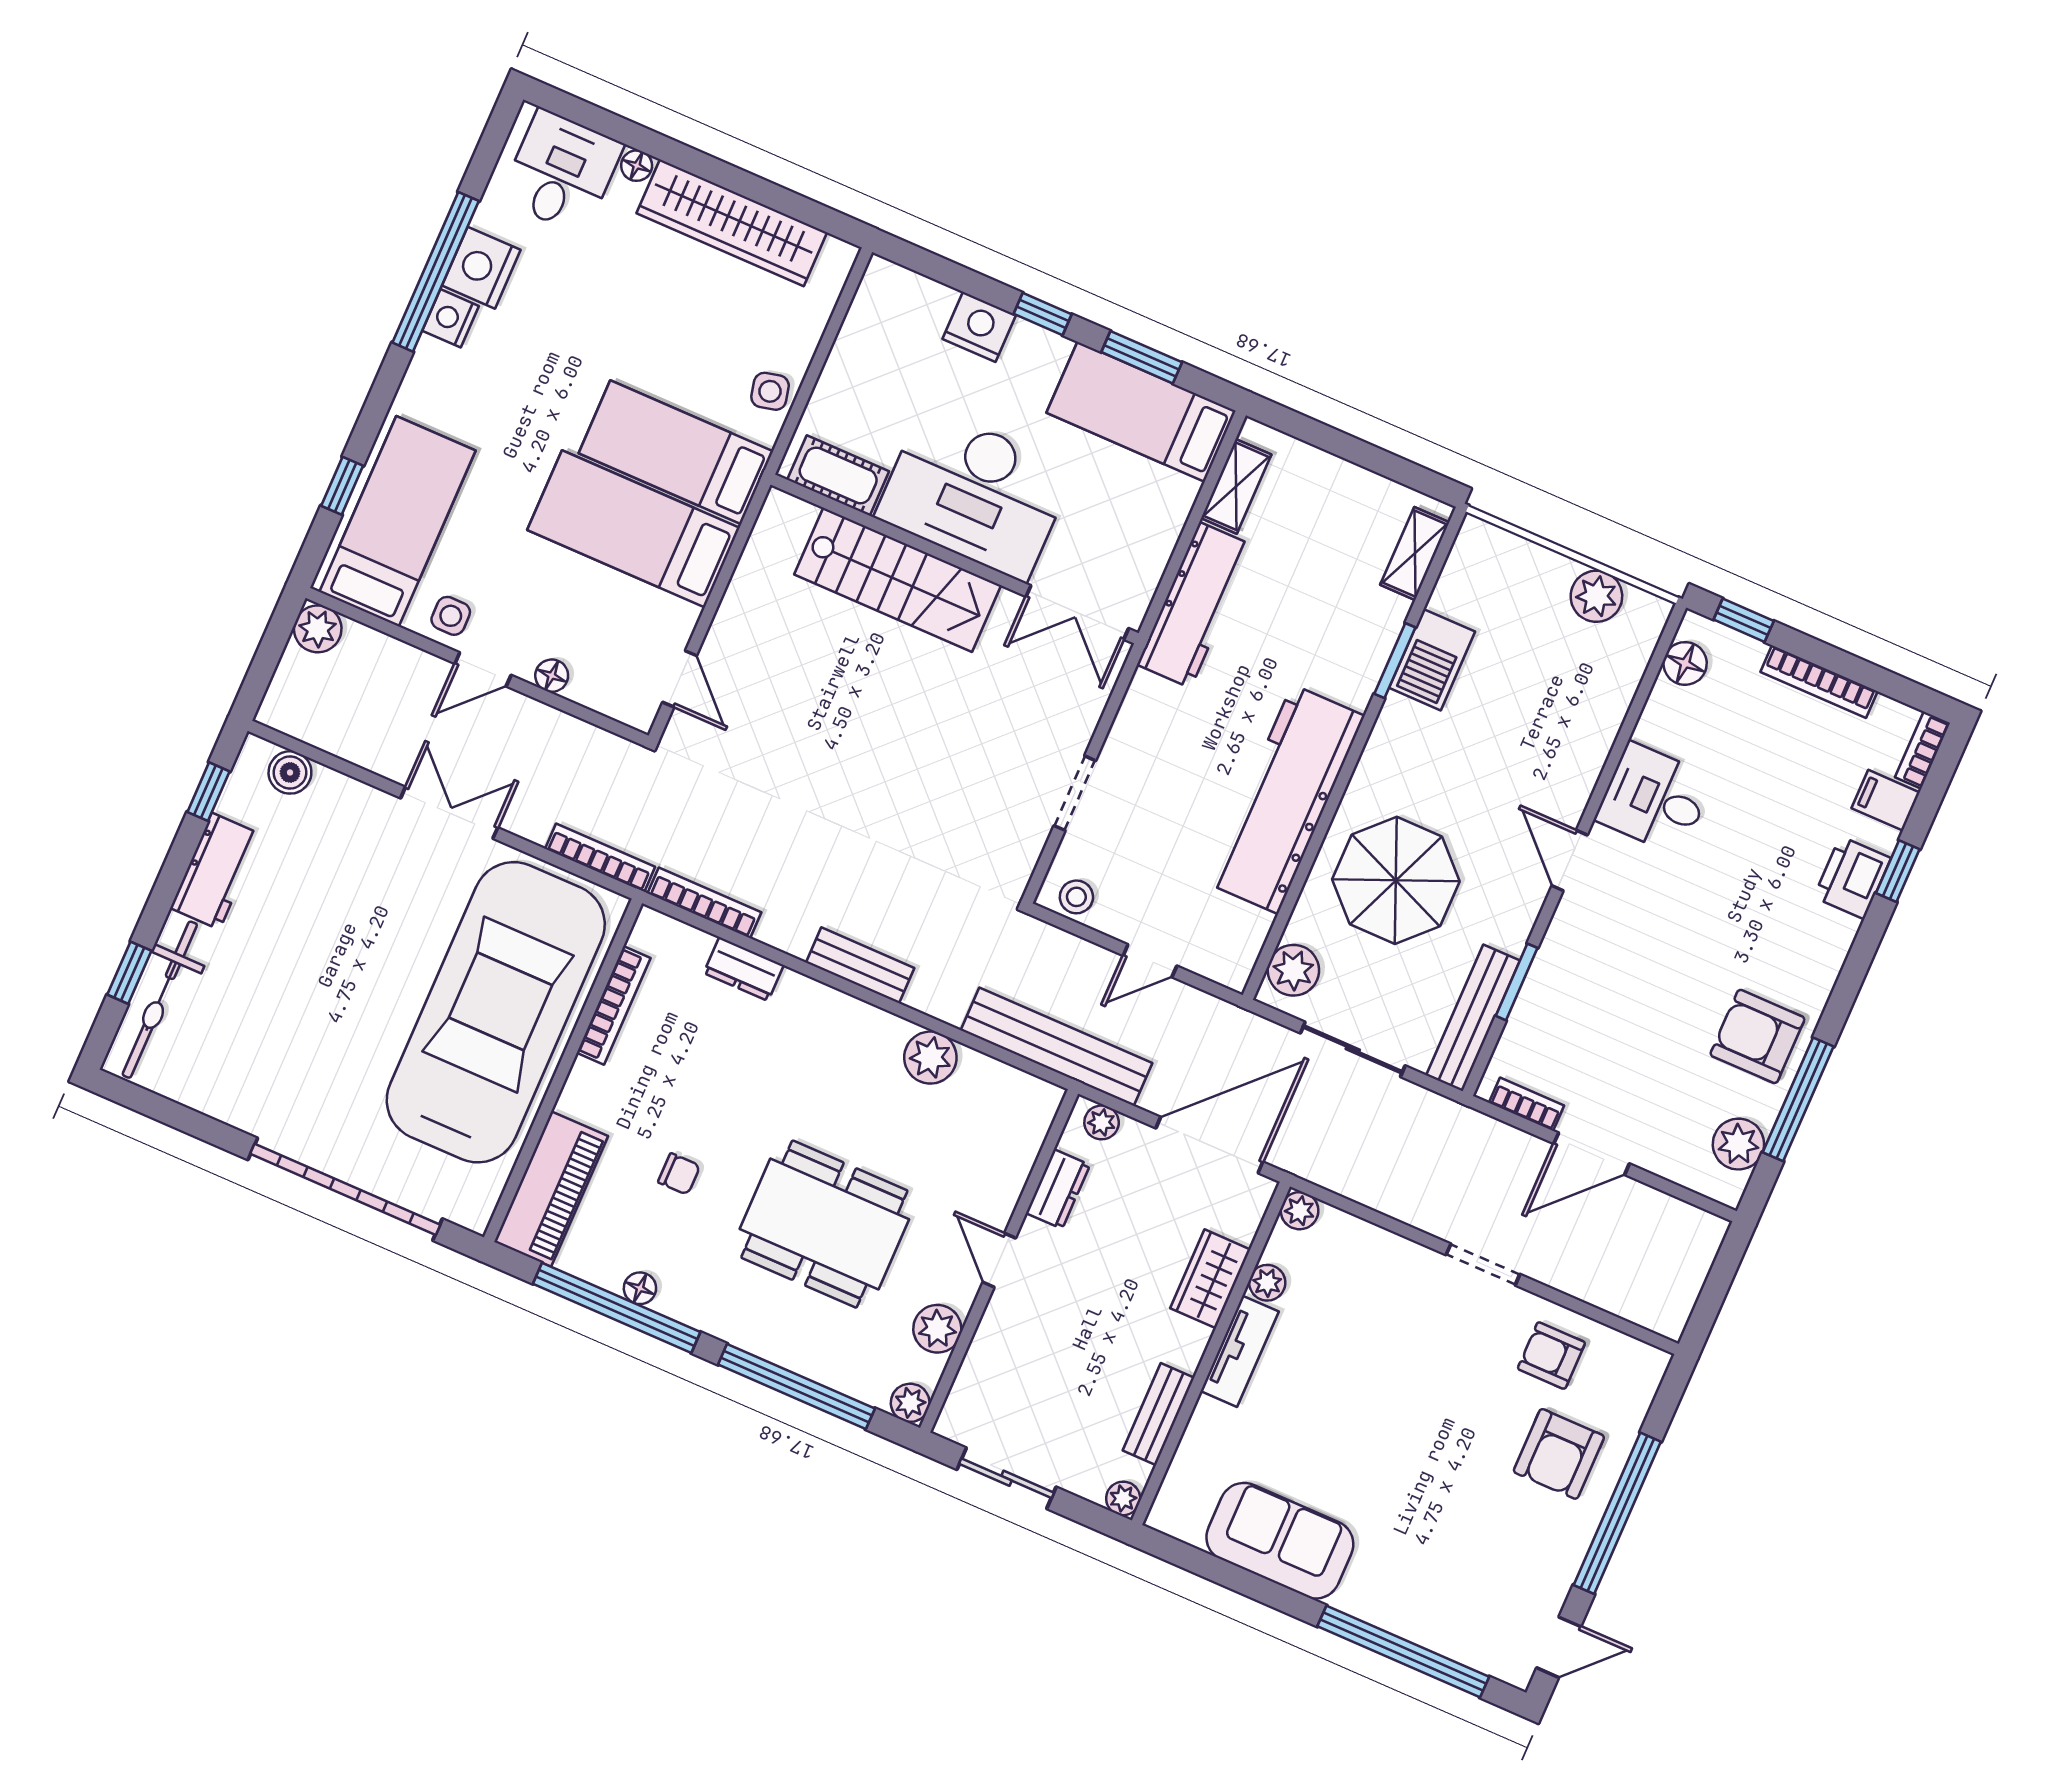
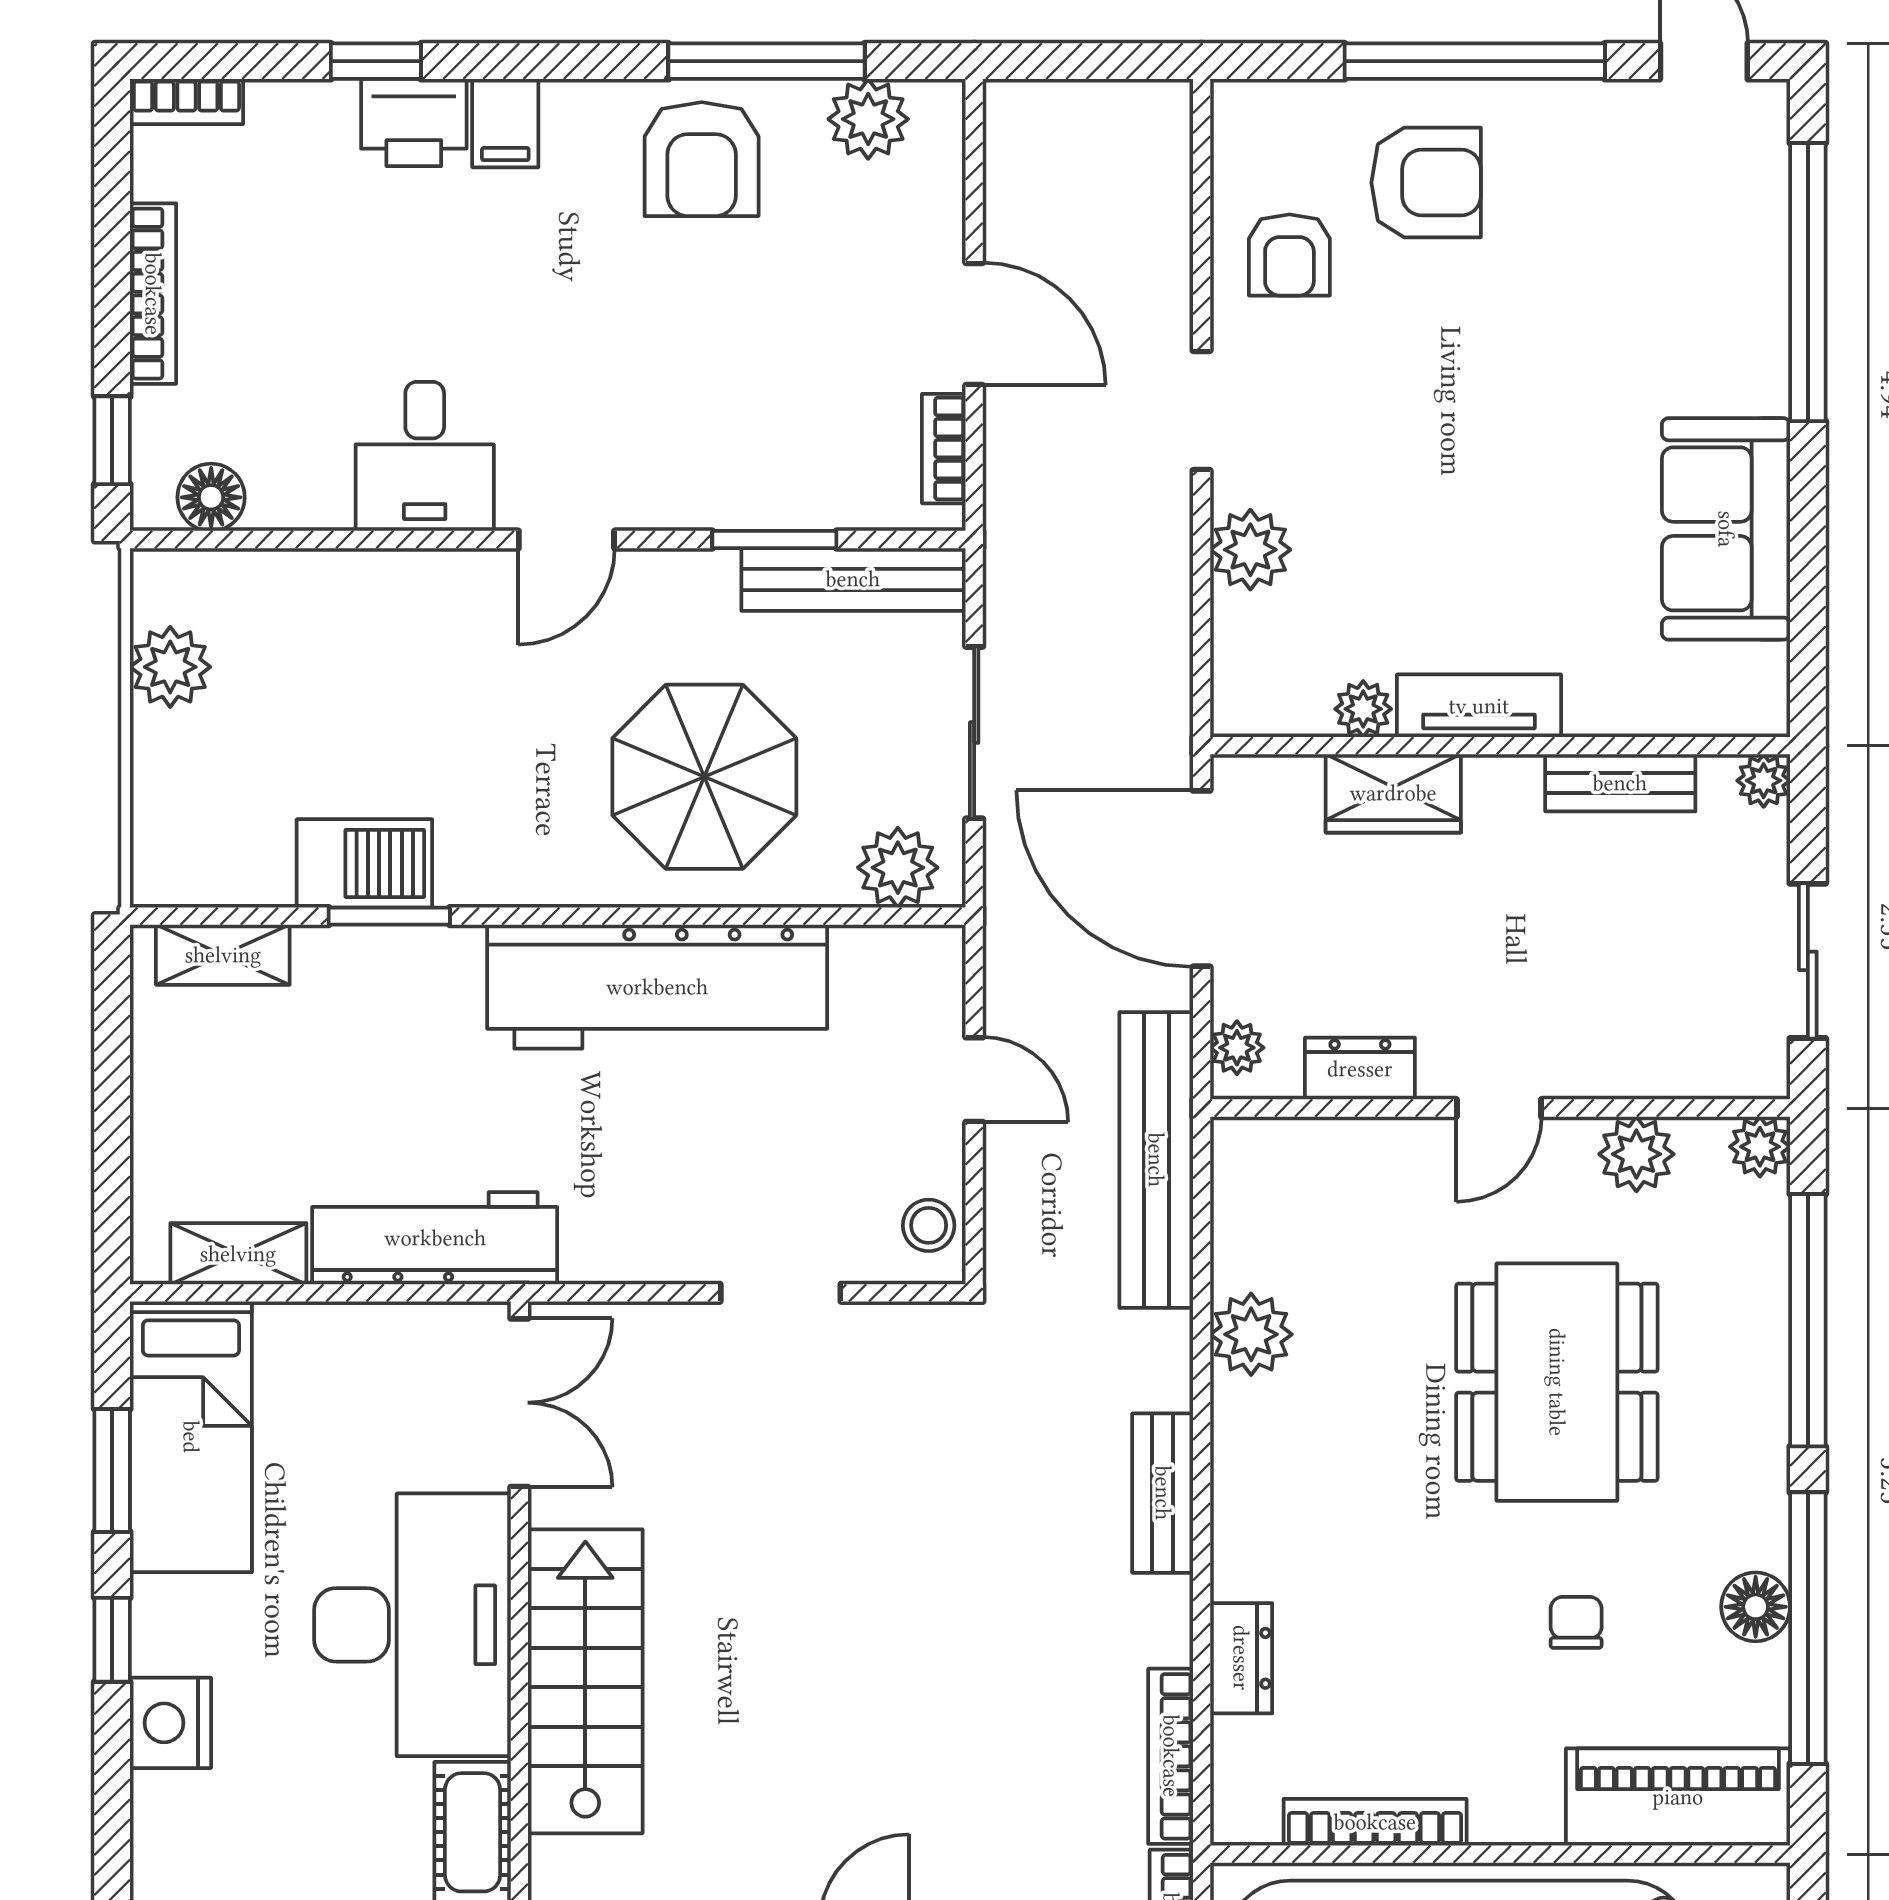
filing cabinet: (1886, 800) -> (505, 123), moved
plant: (1300, 1211) -> (1250, 550), moved, width x1.38, depth x1.38
floor lamp: (640, 1288) -> (1756, 1607), width x1.37, depth x1.37

